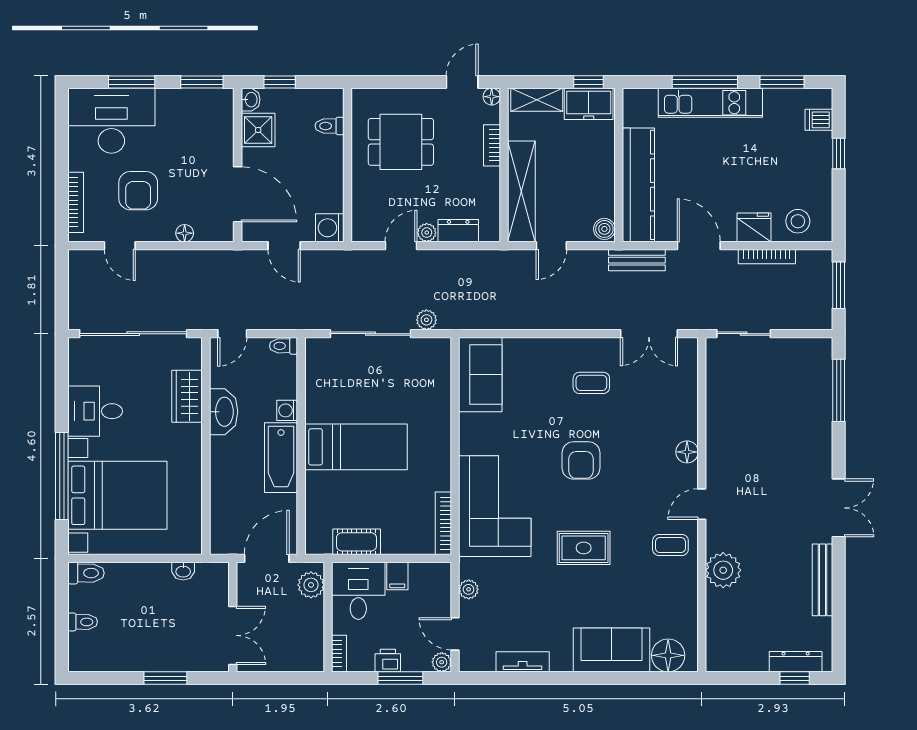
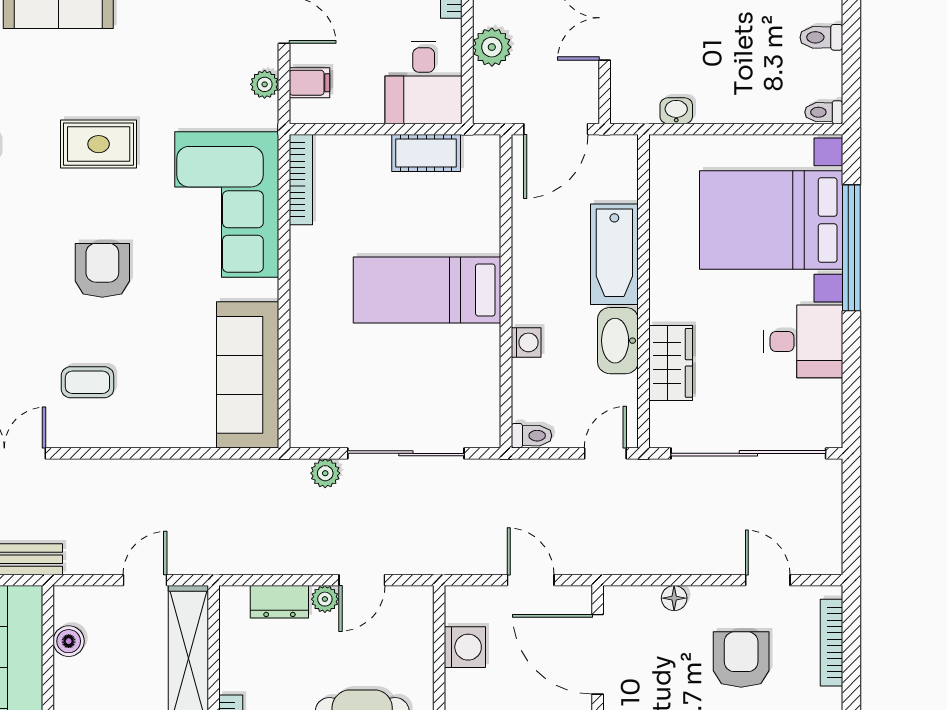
washing machine: (330, 228) -> (465, 647), moved
boiler: (604, 229) -> (69, 641), moved
sofa: (480, 375) -> (248, 375), width x1.36
bathtub: (281, 458) -> (614, 254), moved, turned 180
toilet: (86, 573) -> (824, 112), width x0.73, depth x0.72
filing cabinet: (397, 576) -> (309, 83), moved, turned 90
plant: (311, 585) -> (492, 47), moved

